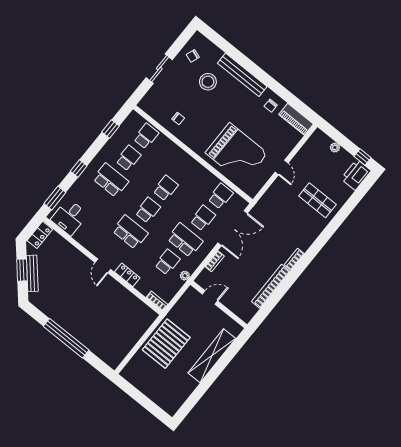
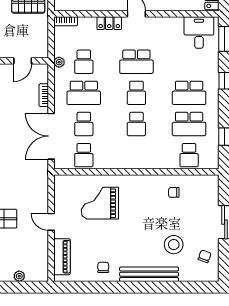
piano: (296, 119) -> (62, 257), moved, turned 90
grand piano: (236, 153) -> (100, 203), width x0.73, depth x0.68
school desk: (128, 158) -> (189, 124), width x1.85

